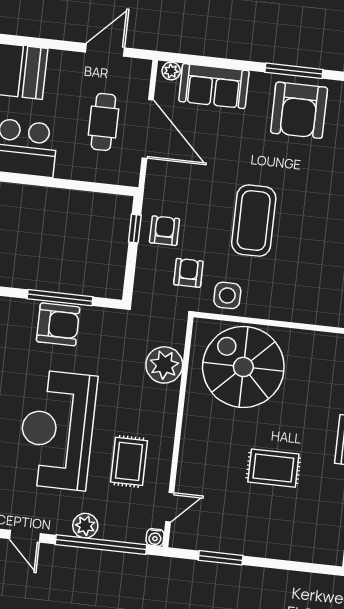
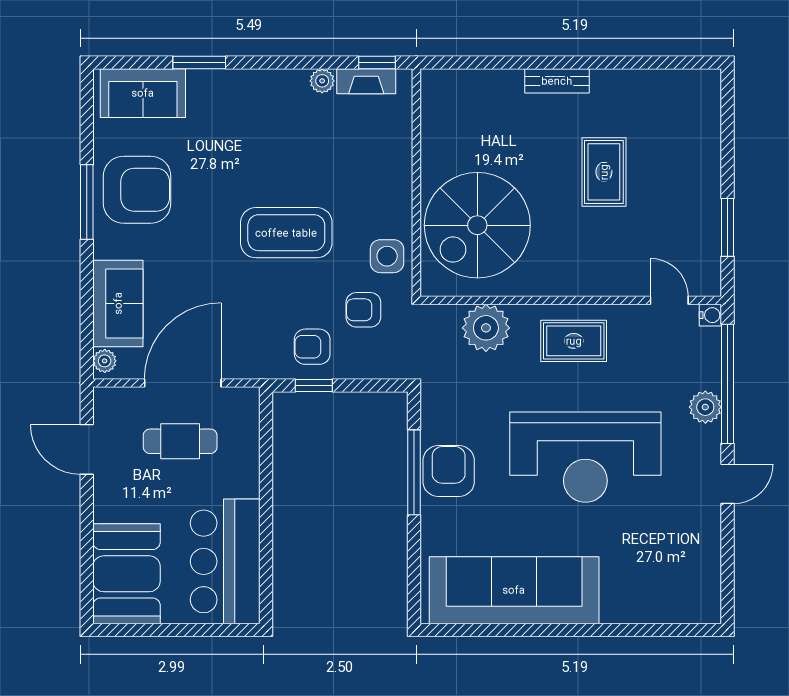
rug: (129, 461) -> (574, 341), moved

